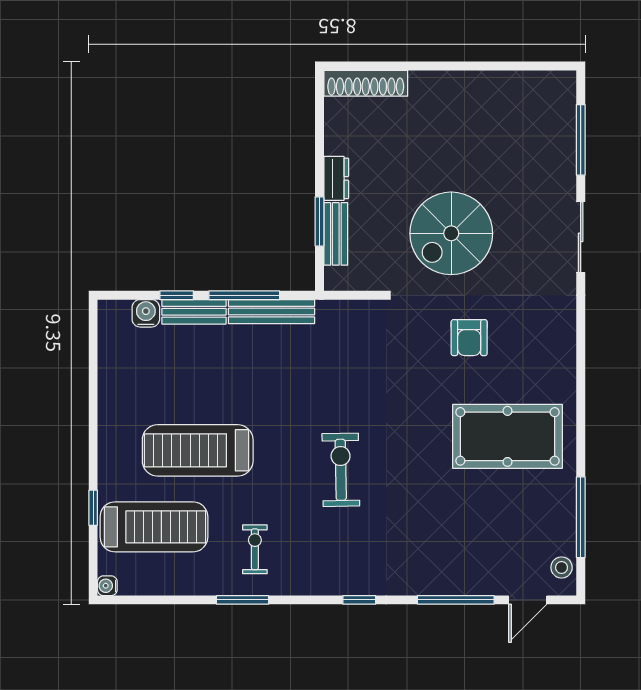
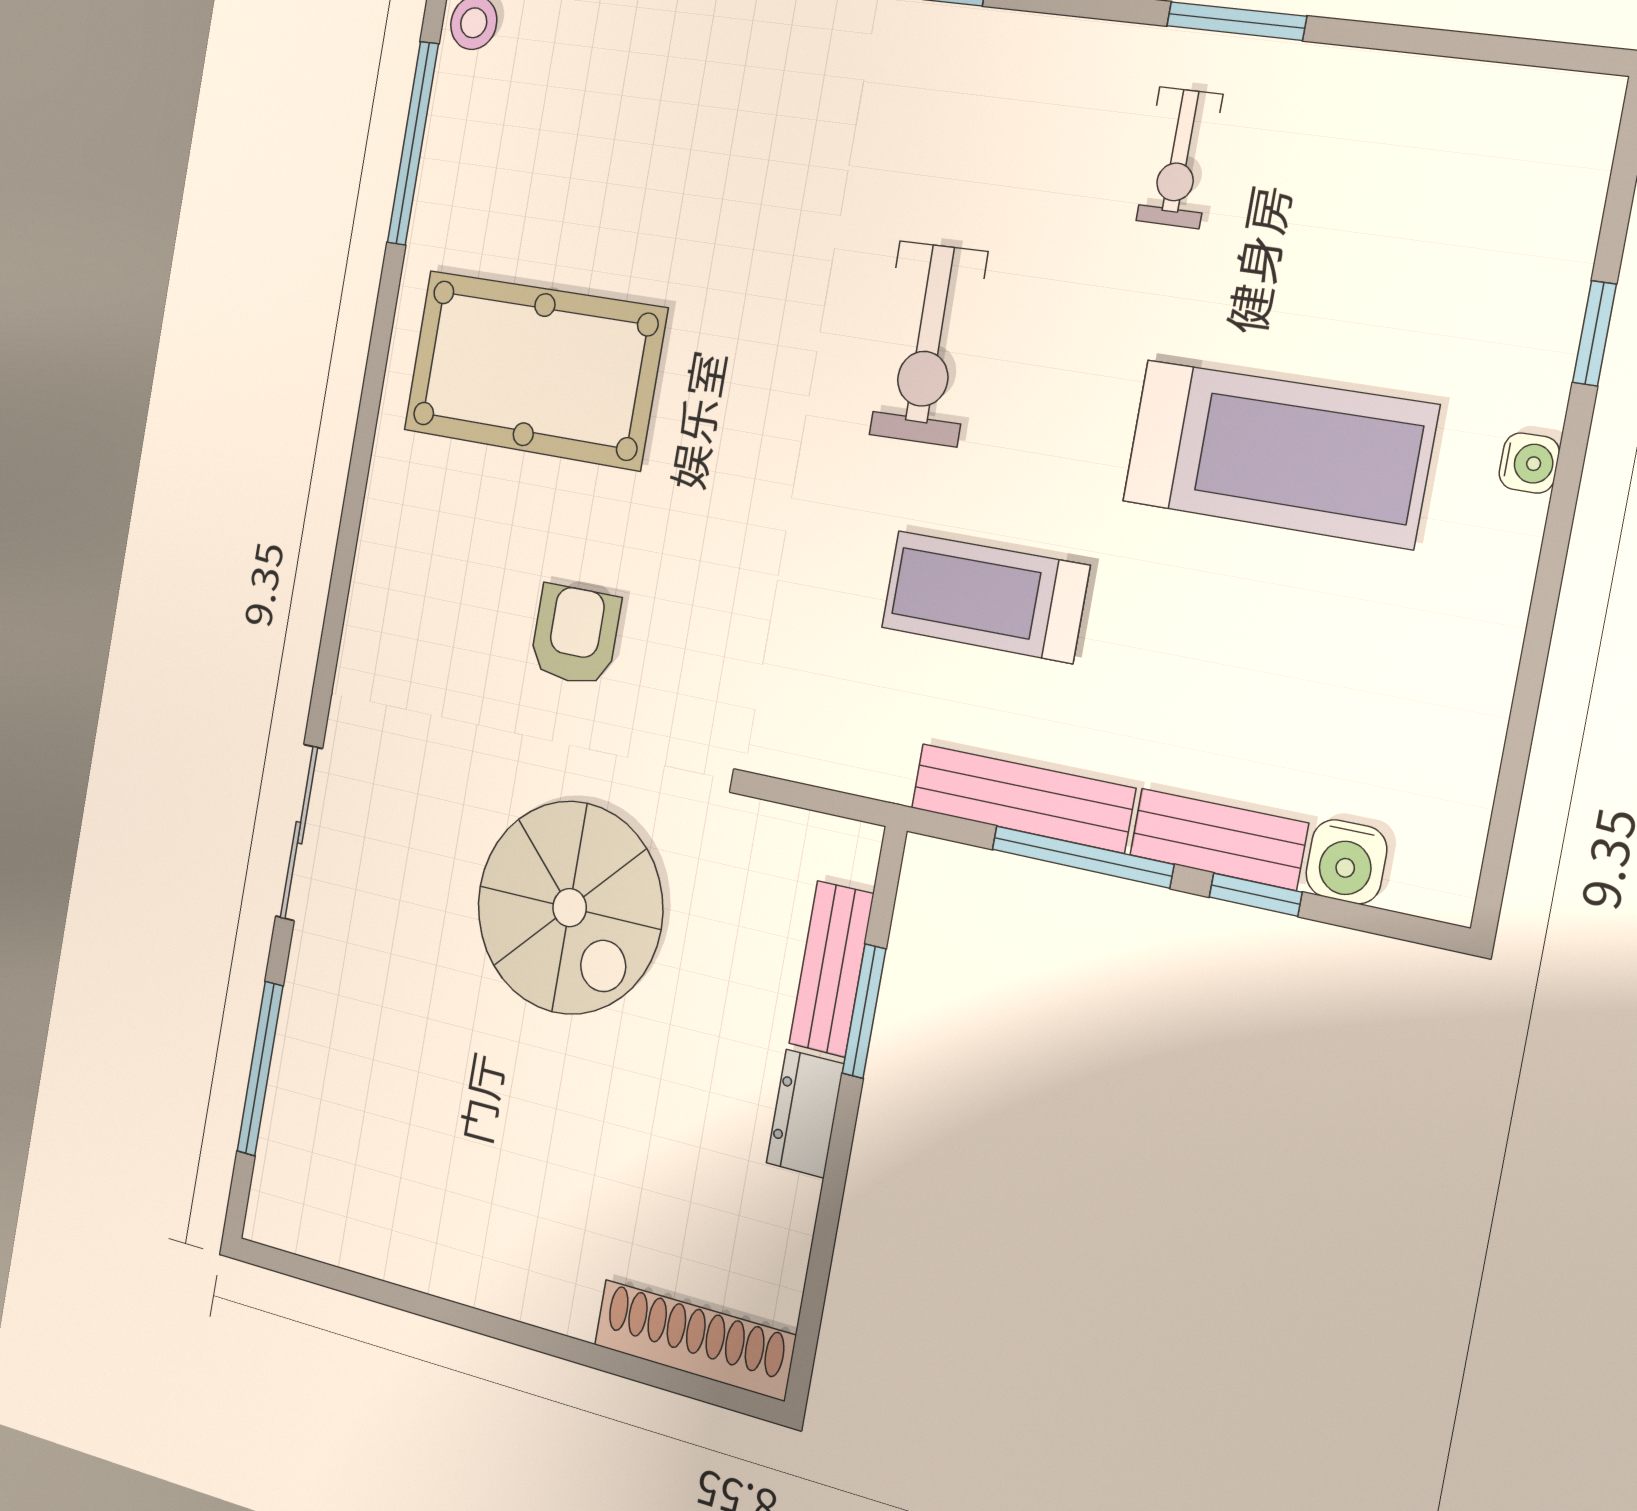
spiral stairs: (451, 233) -> (570, 908), turned 90
treadmill: (154, 527) -> (985, 597), moved, width x0.73, depth x0.73
water cooler: (107, 586) -> (1529, 463), moved

